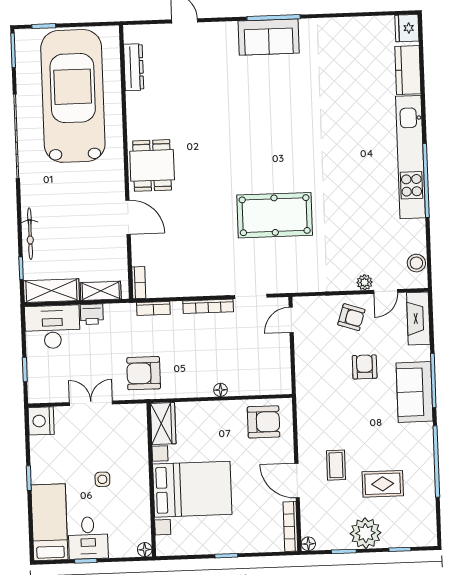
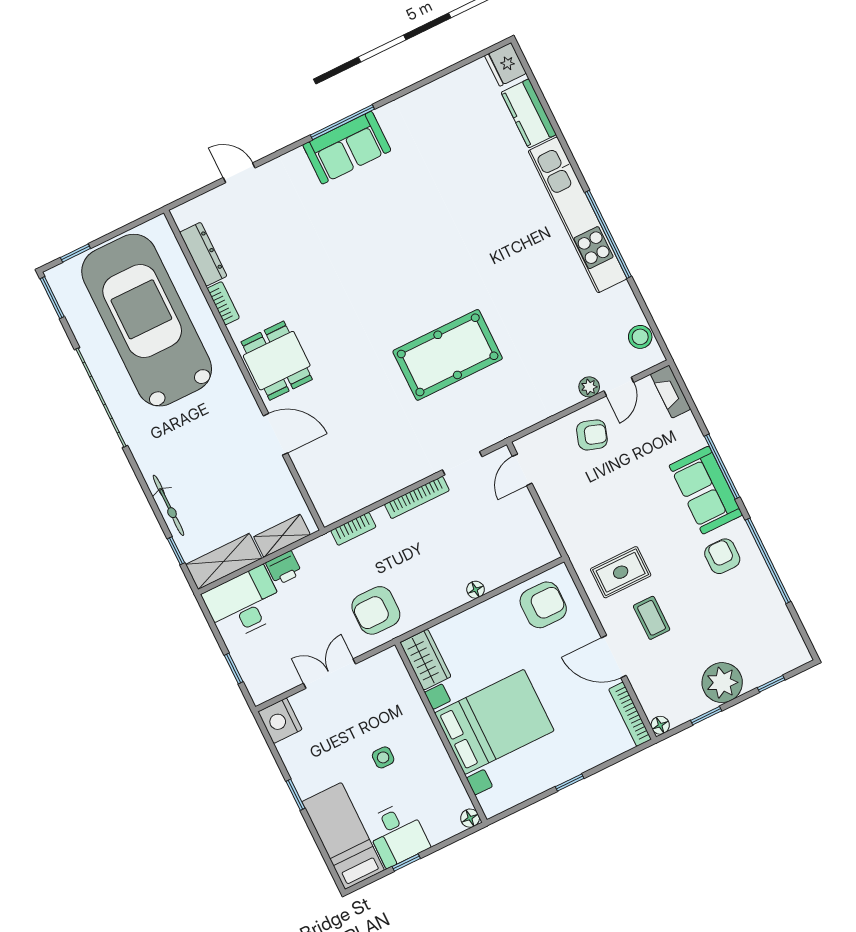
bookcase: (139, 283) -> (223, 303), moved
fireplace: (418, 318) -> (671, 392), width x0.73, depth x0.76
armchair: (365, 367) -> (722, 556), moved
rug: (383, 484) -> (621, 572), moved

